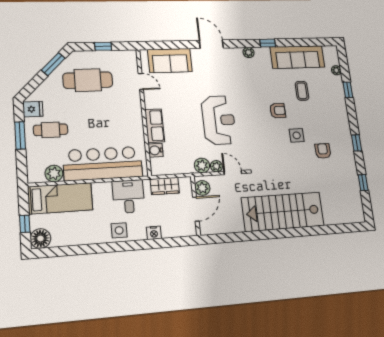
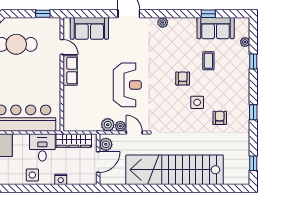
window: (268, 43) -> (208, 14), moved
window: (103, 46) -> (43, 14), moved
sofa: (297, 57) -> (216, 28), width x0.73
armchair: (278, 111) -> (183, 79), turned -90
row of seats: (155, 126) -> (70, 70), moved
water cooler: (156, 150) -> (69, 109), removed
window: (363, 183) -> (253, 163), moved
wardrobe: (165, 186) -> (74, 141), width x1.50
stairs: (283, 212) -> (175, 170), width x1.36

